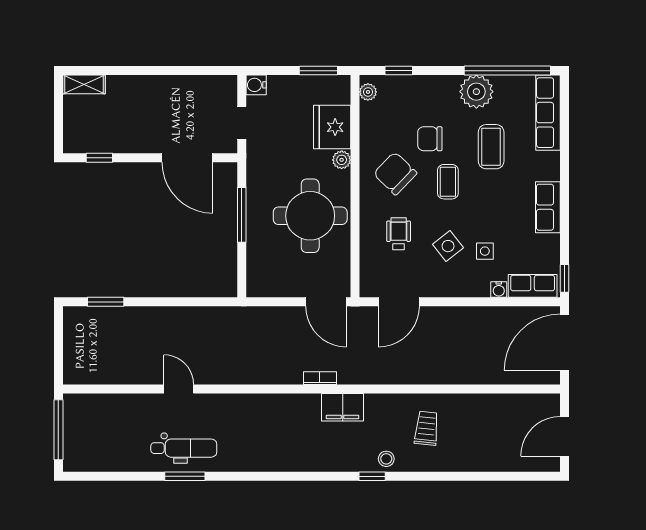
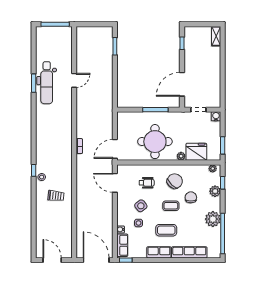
plant: (417, 87) -> (215, 191), added
row of seats: (548, 113) -> (189, 252), moved
coffee table: (491, 147) -> (166, 230), moved
filing cabinet: (343, 407) -> (66, 157), removed
dental chair: (184, 448) -> (47, 83), width x1.36, depth x1.38

